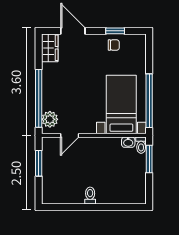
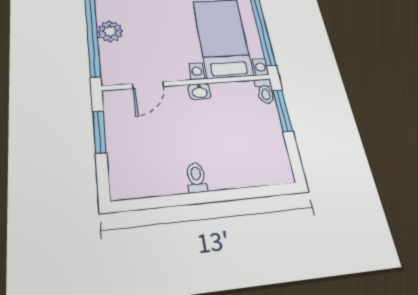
plant: (50, 119) -> (110, 31), moved
washbasin: (128, 142) -> (200, 92), moved

